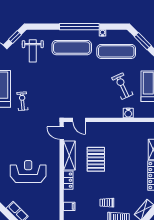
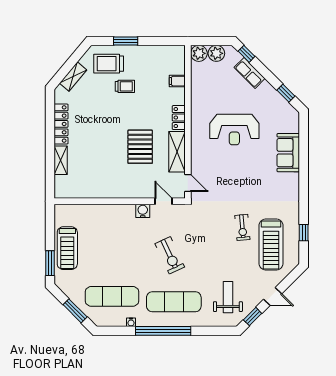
exercise bike: (122, 86) -> (170, 255), moved
water cooler: (128, 113) -> (143, 211), moved

